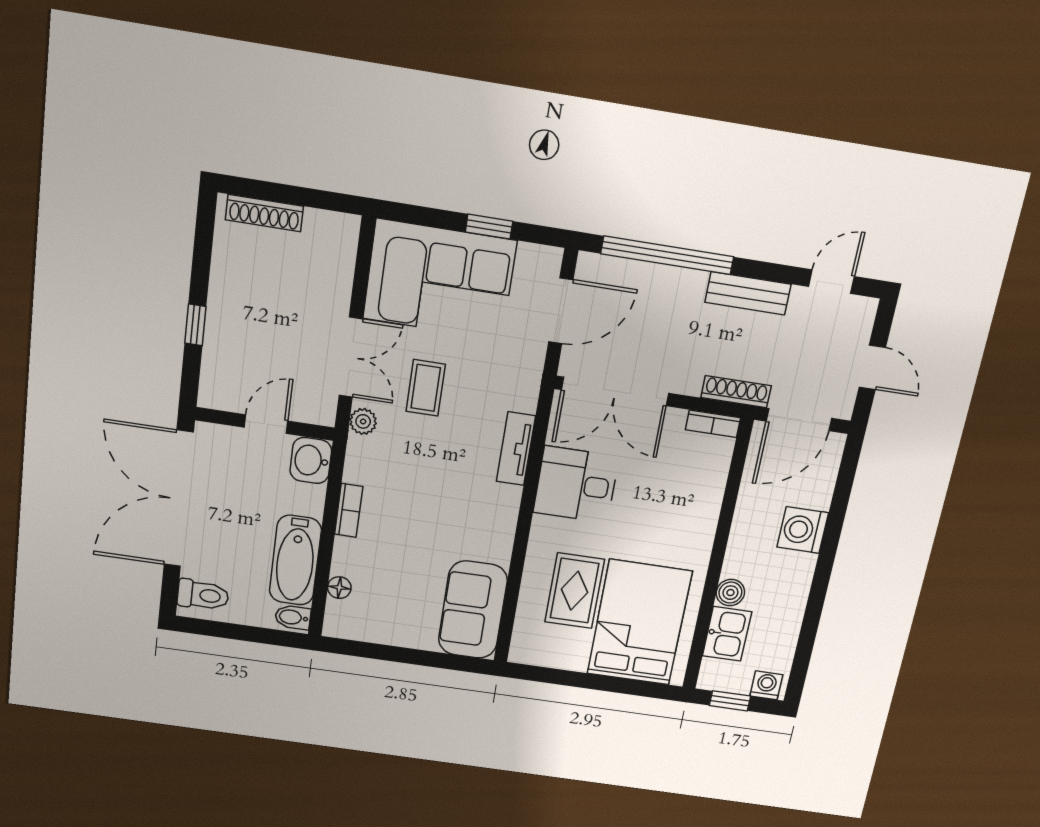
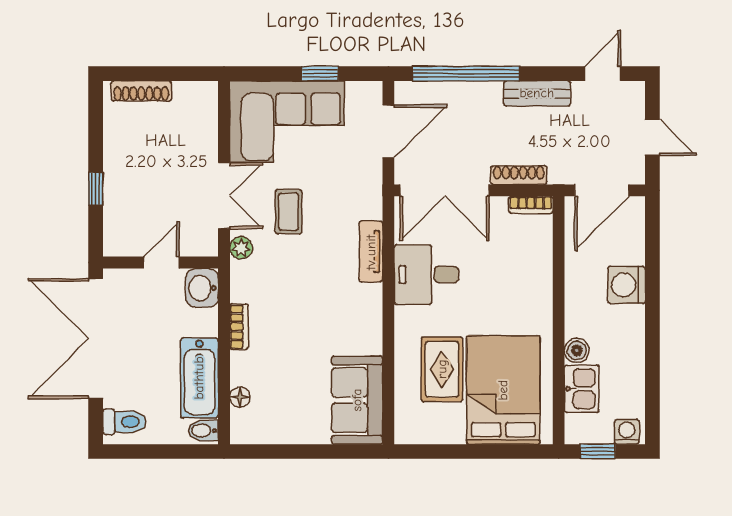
shoe rack: (736, 392) -> (519, 175), moved

